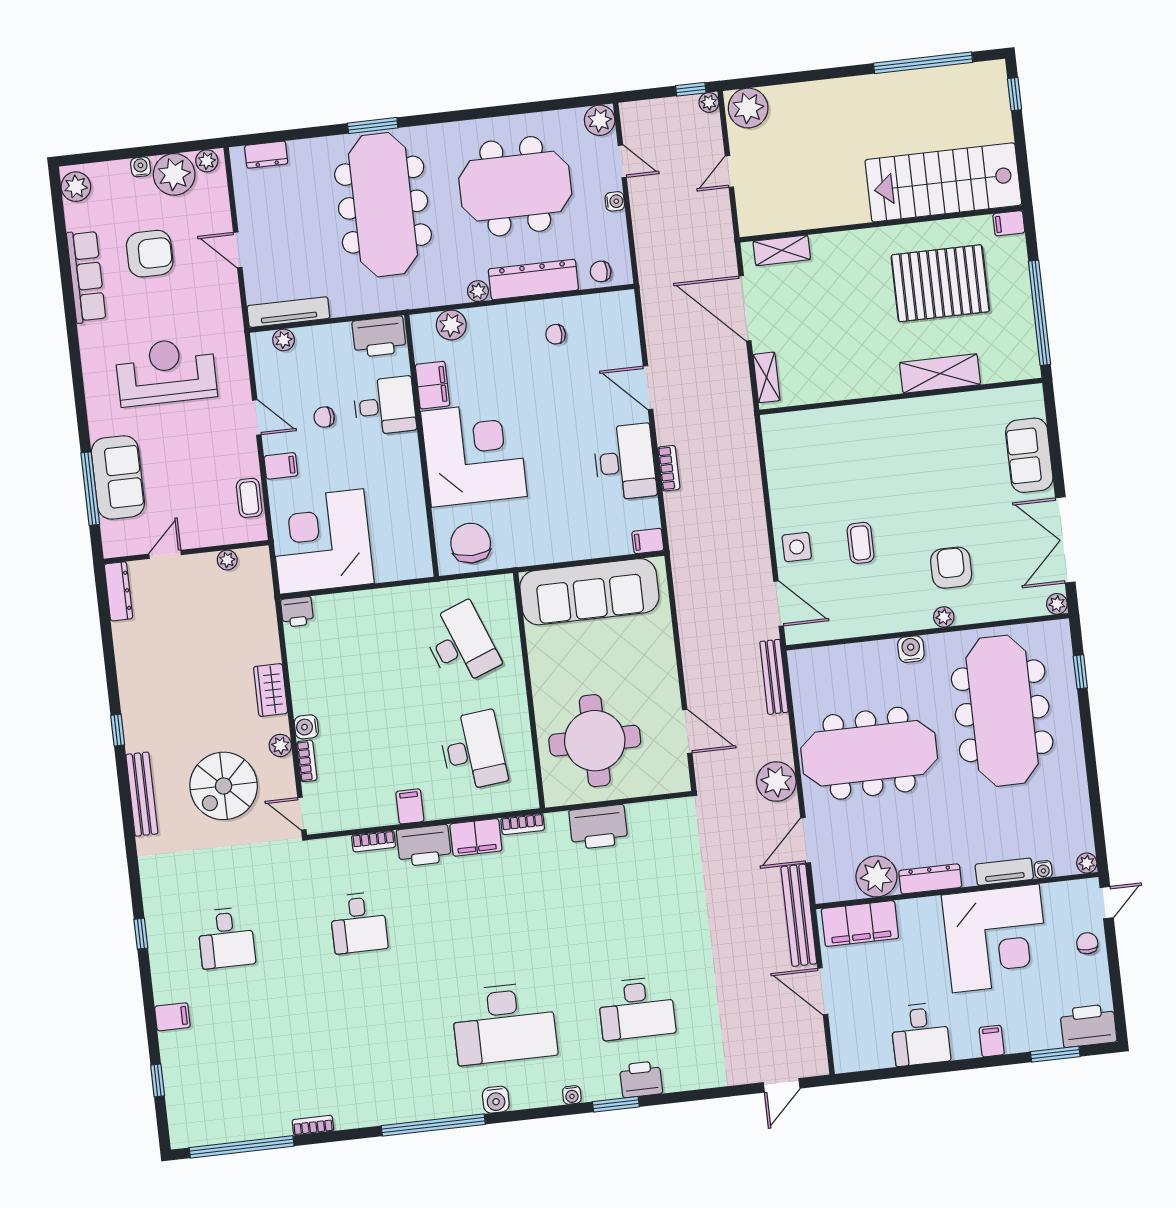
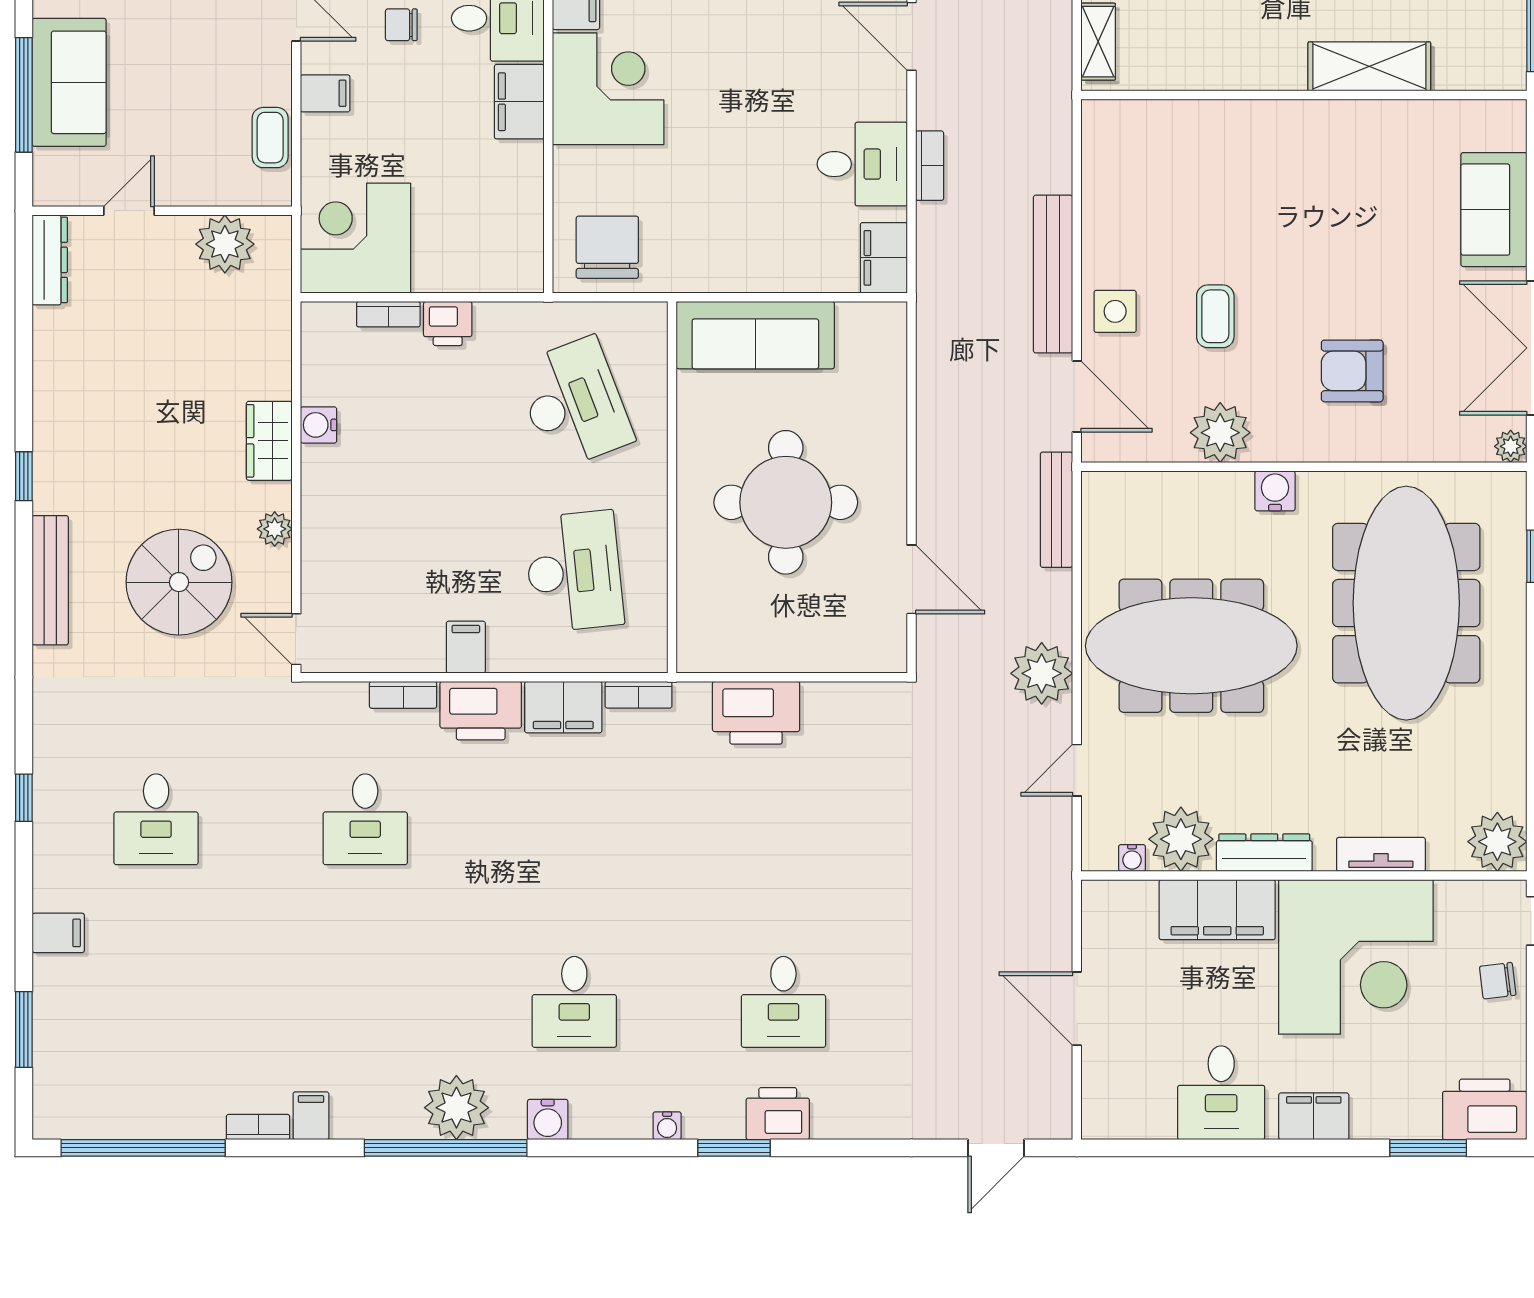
corner desk: (474, 454) -> (608, 89), width x0.74, depth x0.74
filing cabinet: (404, 457) -> (519, 102), added
desk: (625, 462) -> (862, 164), width x0.73
corner desk: (322, 541) -> (356, 238), width x0.74, depth x0.74
filing cabinet: (648, 541) -> (884, 258), width x2.00
plant: (227, 560) -> (225, 244), width x1.88, depth x1.88
armchair: (951, 568) -> (1352, 371), turned -90
sofa: (589, 592) -> (755, 335), width x0.74, depth x0.79
printer: (297, 612) -> (448, 324), moved
plant: (944, 617) -> (1220, 433), moved, width x1.88, depth x1.88
water cooler: (306, 727) -> (319, 425), moved
round table: (595, 741) -> (786, 502), moved
bookcase: (307, 761) -> (388, 314), moved, turned 90
spiral stairs: (224, 786) -> (179, 582), turned 180
door: (806, 840) -> (1077, 770), width x0.73
plant: (1087, 863) -> (1497, 842), width x1.88, depth x1.88
water cooler: (1043, 869) -> (1132, 858), moved
bench: (799, 915) -> (1053, 274), moved
filing cabinet: (860, 924) -> (1217, 910), moved
chair: (1087, 943) -> (1498, 981), turned -97
desk: (637, 1008) -> (783, 1002), width x0.73
desk: (504, 1023) -> (574, 1002), width x0.53, depth x0.77
filing cabinet: (992, 1041) -> (1314, 1116), width x2.00
window: (158, 1080) -> (24, 1029), width x1.50
plant: (437, 1099) -> (456, 1108), added
filing cabinet: (346, 1114) -> (311, 1116), added

